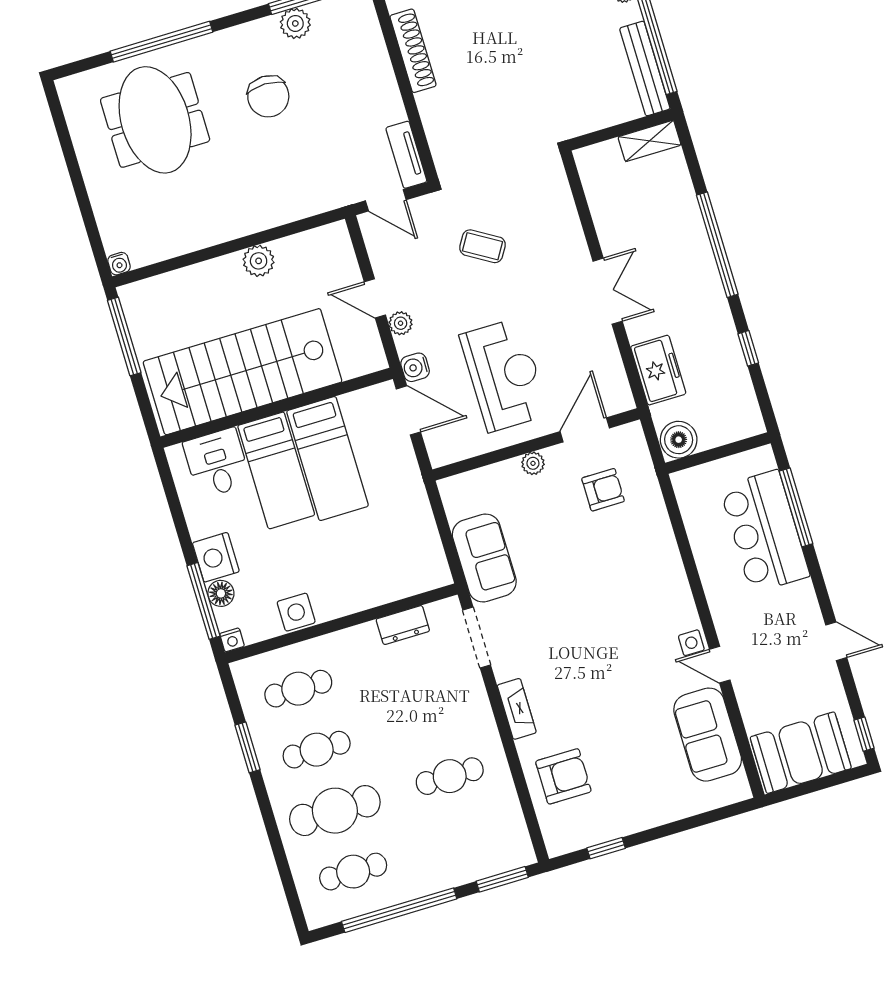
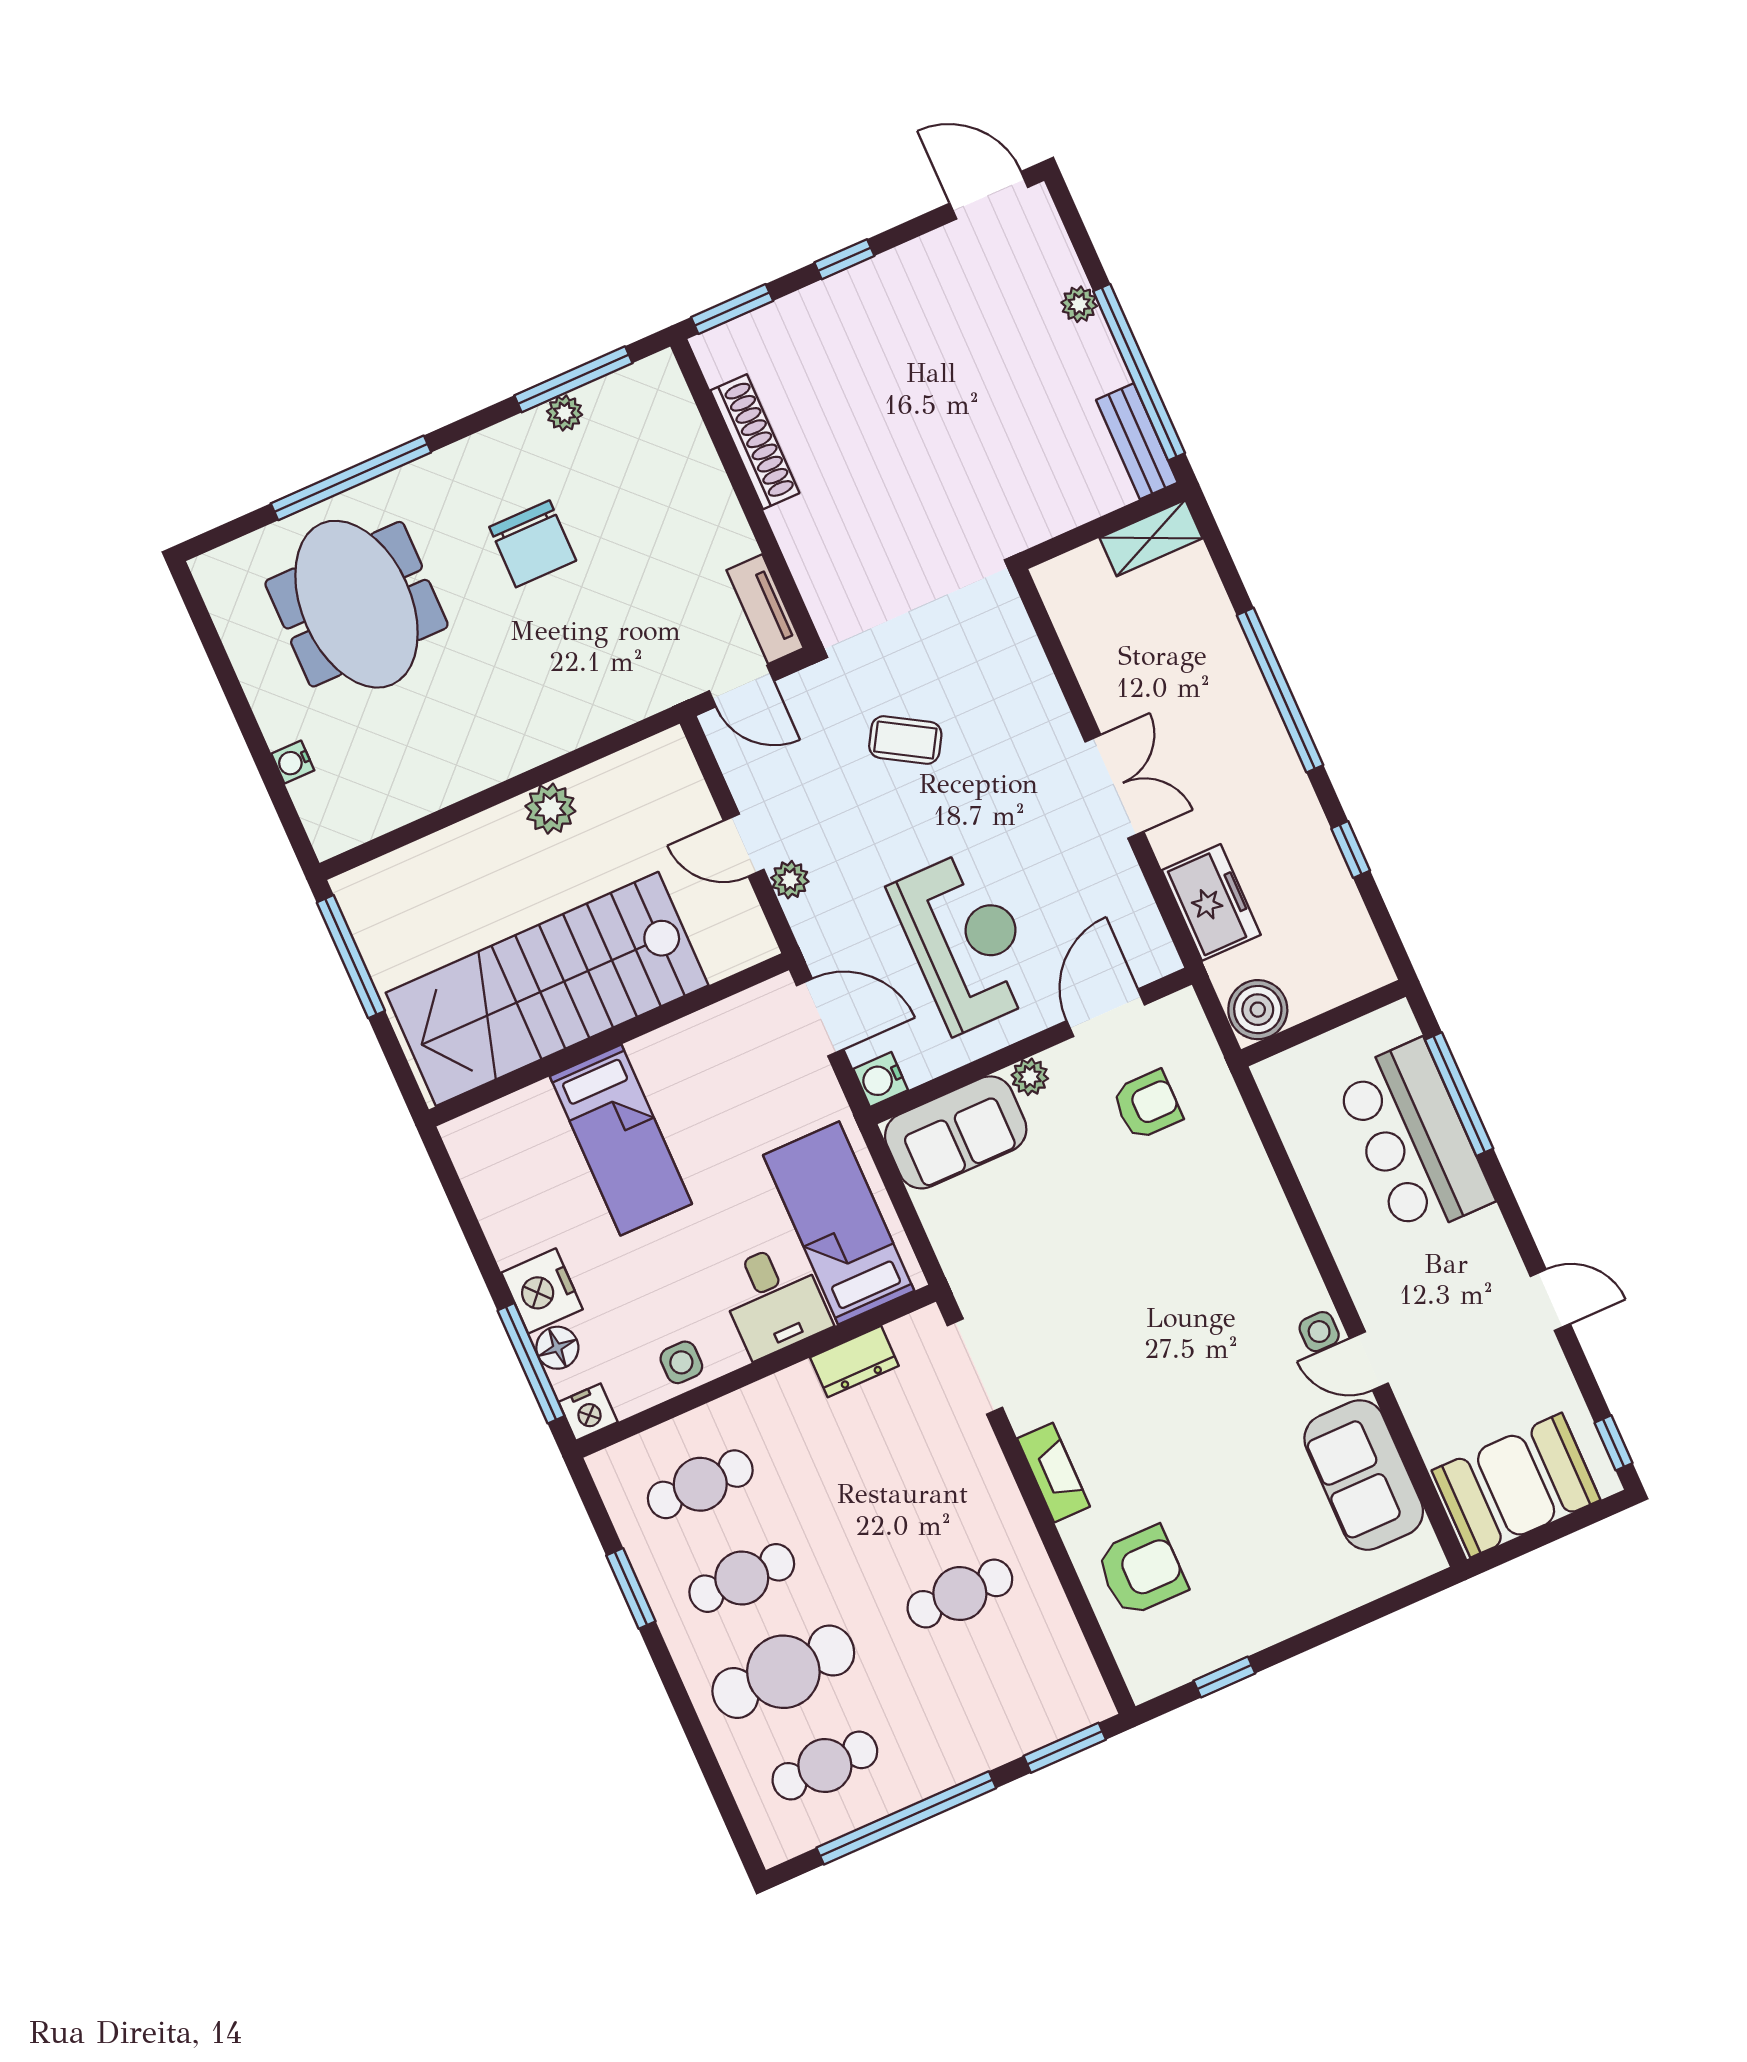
plant: (295, 23) -> (565, 413), width x0.73, depth x0.73
bench: (645, 68) -> (1137, 441), width x0.73
water cooler: (119, 264) -> (293, 762), moved, turned 90
water cooler: (415, 367) -> (881, 1079), moved
bed: (327, 459) -> (839, 1223), moved, turned 180
desk: (217, 463) -> (774, 1300), moved, turned 180
sofa: (484, 558) -> (956, 1132), moved, turned 90
side table: (296, 612) -> (681, 1362), width x0.73, depth x0.73
nightstand: (232, 640) -> (588, 1412), width x1.39, depth x1.35

